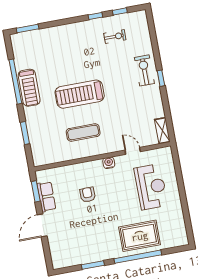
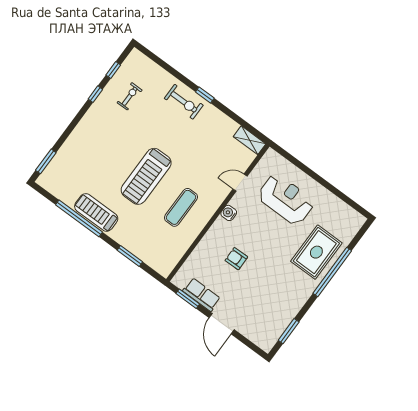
exercise bike: (144, 70) -> (184, 102), turned 180
treadmill: (29, 88) -> (96, 212), turned 180
window: (93, 265) -> (289, 331), moved

